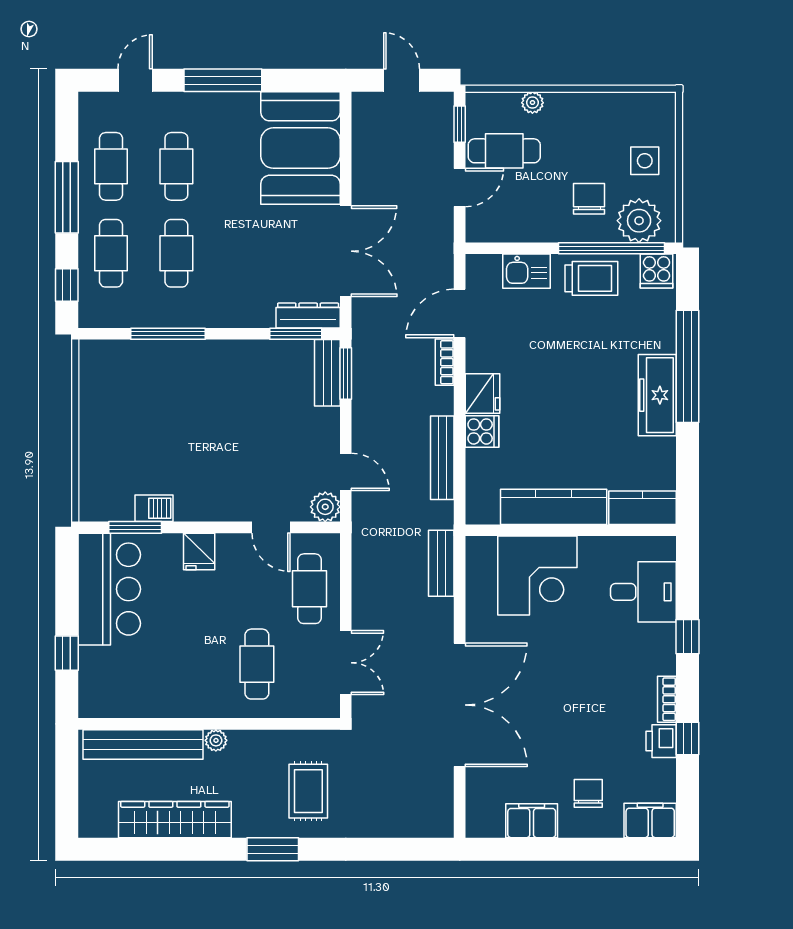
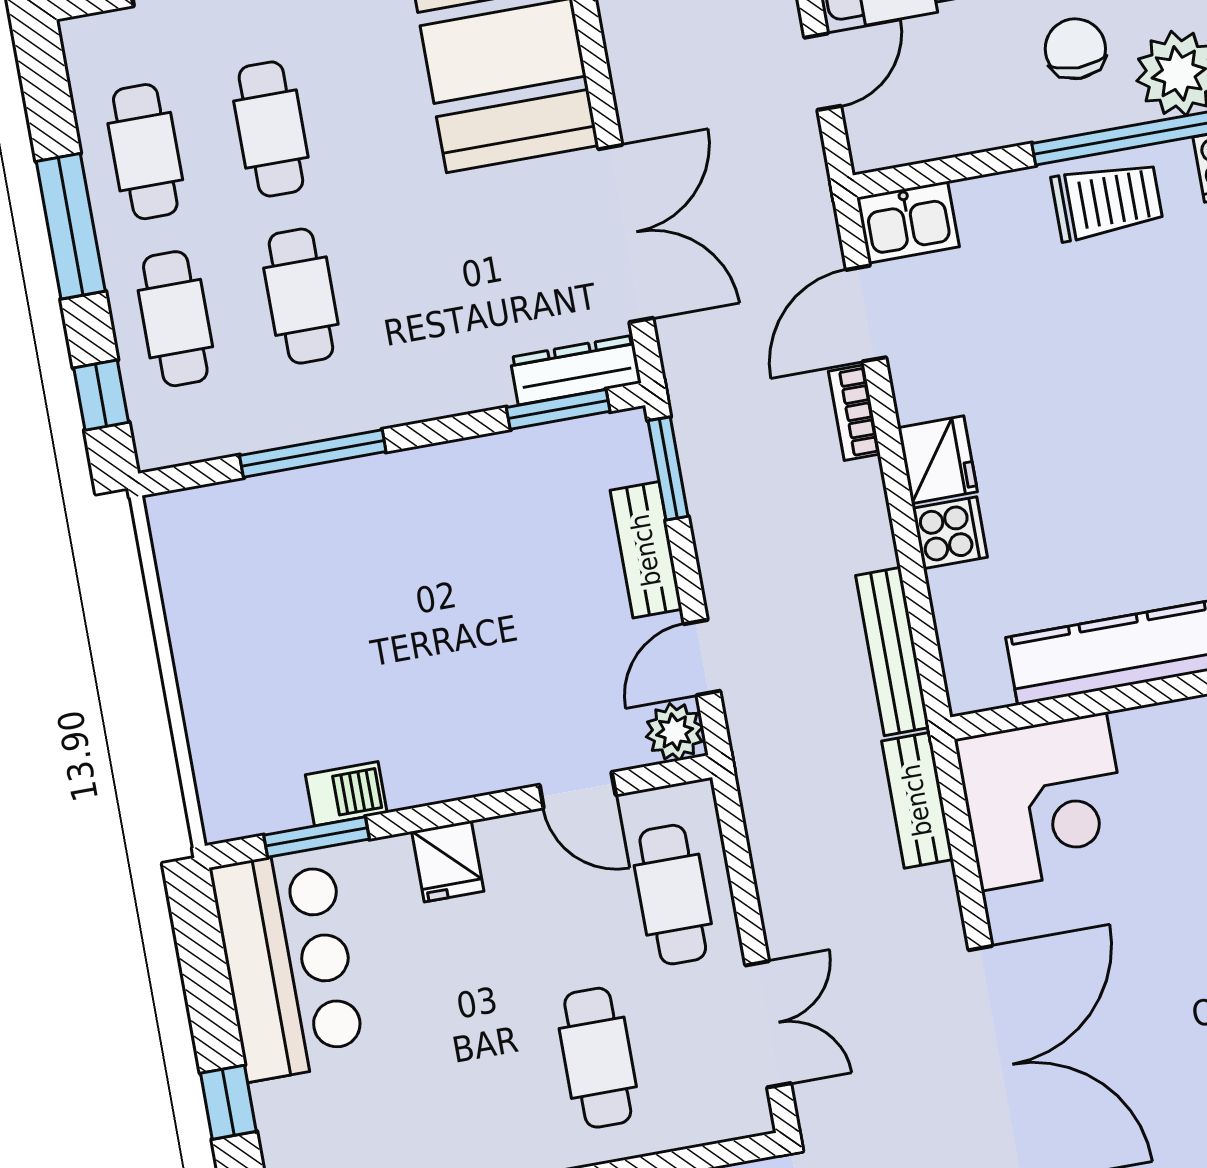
kitchen sink: (527, 271) -> (908, 222), moved
bench: (327, 373) -> (646, 550), moved
bench: (442, 458) -> (892, 652), moved
door: (346, 472) -> (702, 657), swing flipped
corner desk: (537, 575) -> (1044, 802), moved

